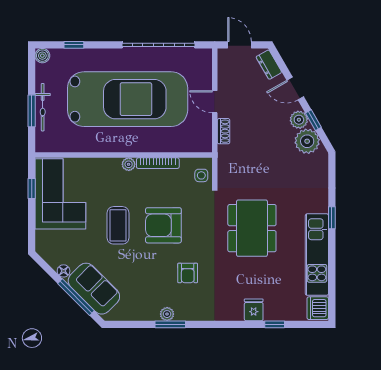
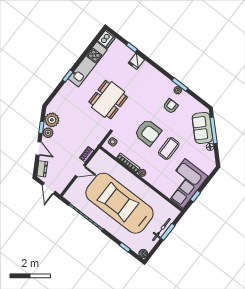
door: (215, 102) -> (80, 171), hinge flipped
armchair: (188, 273) -> (171, 106), moved

